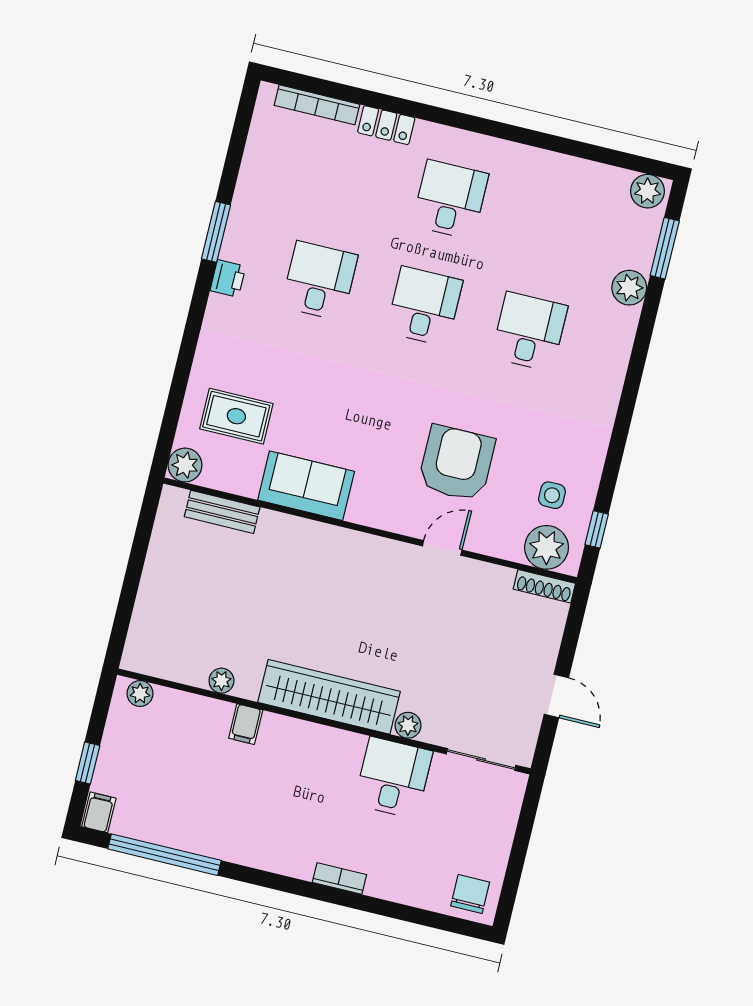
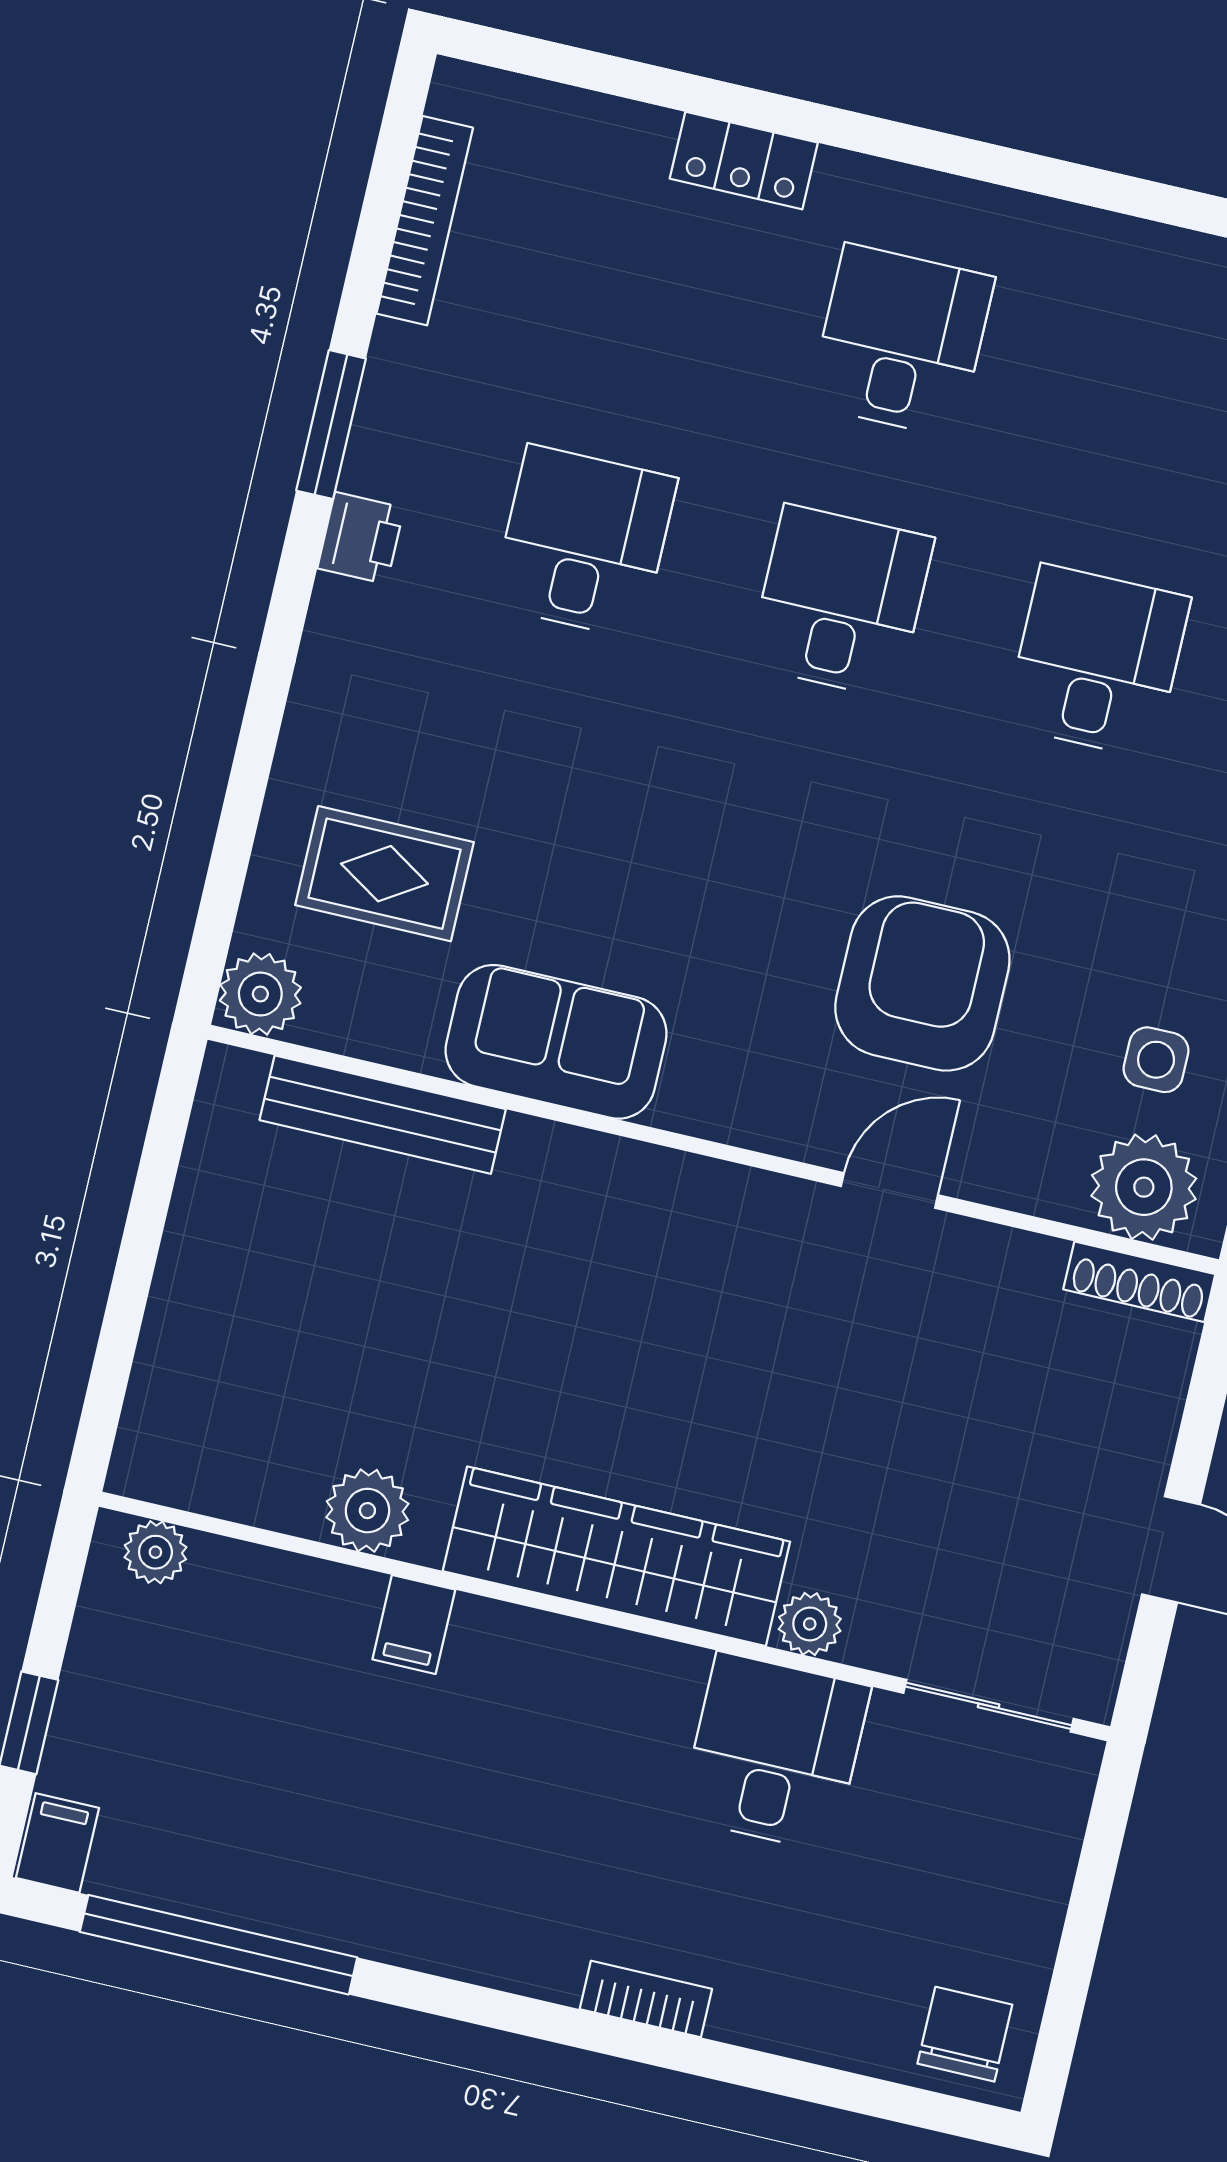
bookcase: (317, 105) -> (425, 221), moved, turned -90
bench: (222, 512) -> (383, 1115), width x1.36
plant: (221, 681) -> (367, 1511), width x1.38, depth x1.38

